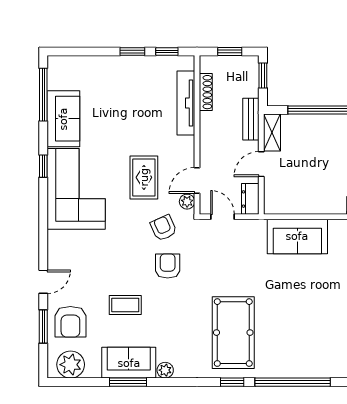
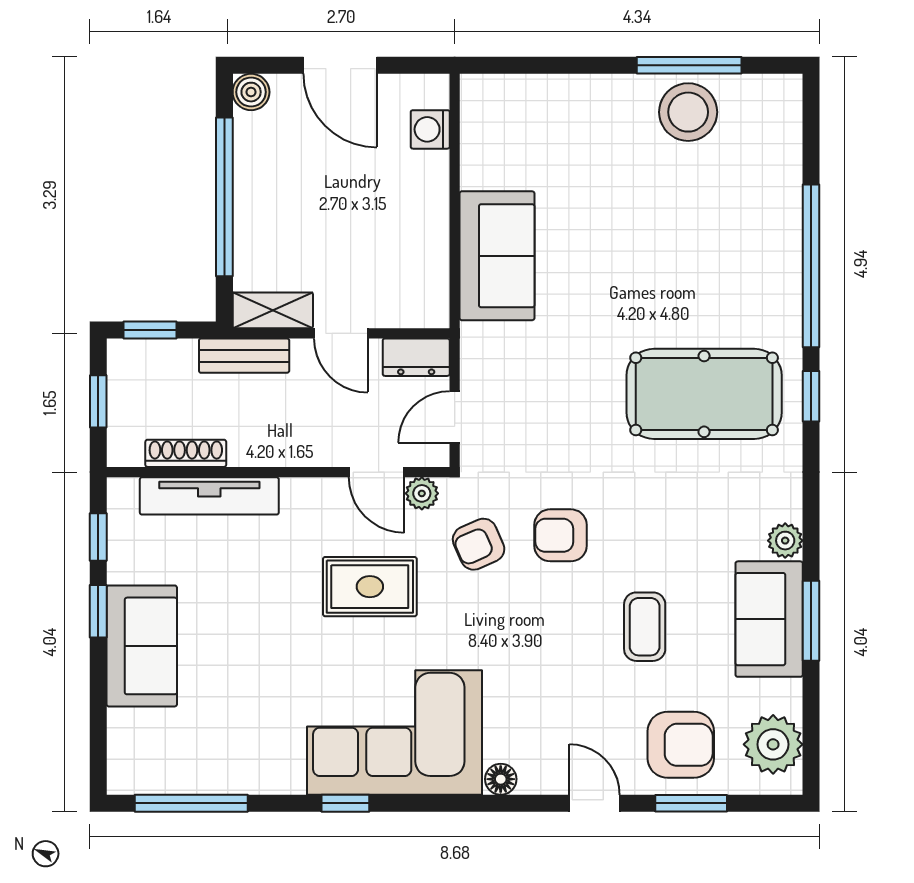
sofa: (63, 119) -> (142, 646), moved, turned 90
floor lamp: (54, 238) -> (501, 779), added

